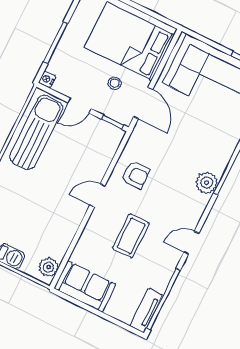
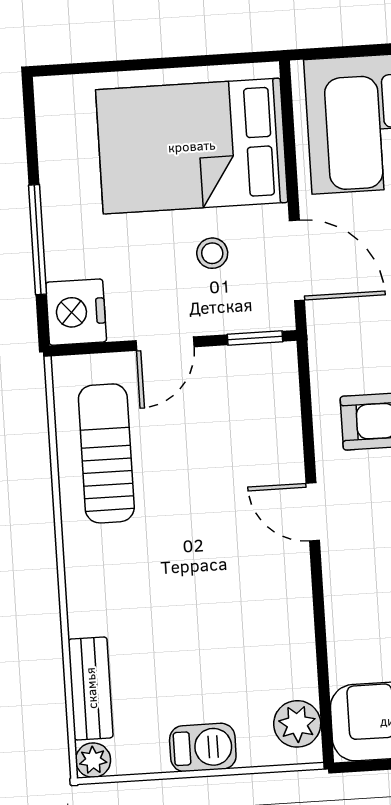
nightstand: (47, 79) -> (76, 312), width x1.89, depth x1.79
sun lounger: (36, 132) -> (106, 453), width x0.73, depth x0.75
door: (97, 195) -> (313, 512), hinge flipped

